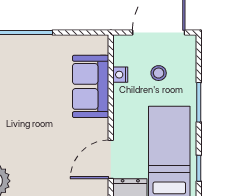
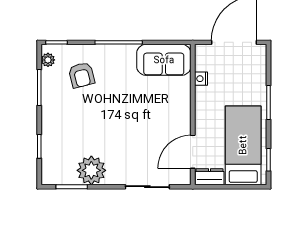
stool: (159, 73) -> (234, 77), removed
sofa: (91, 86) -> (164, 60), moved, turned -90

